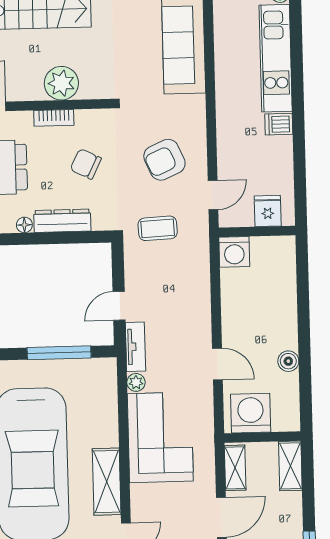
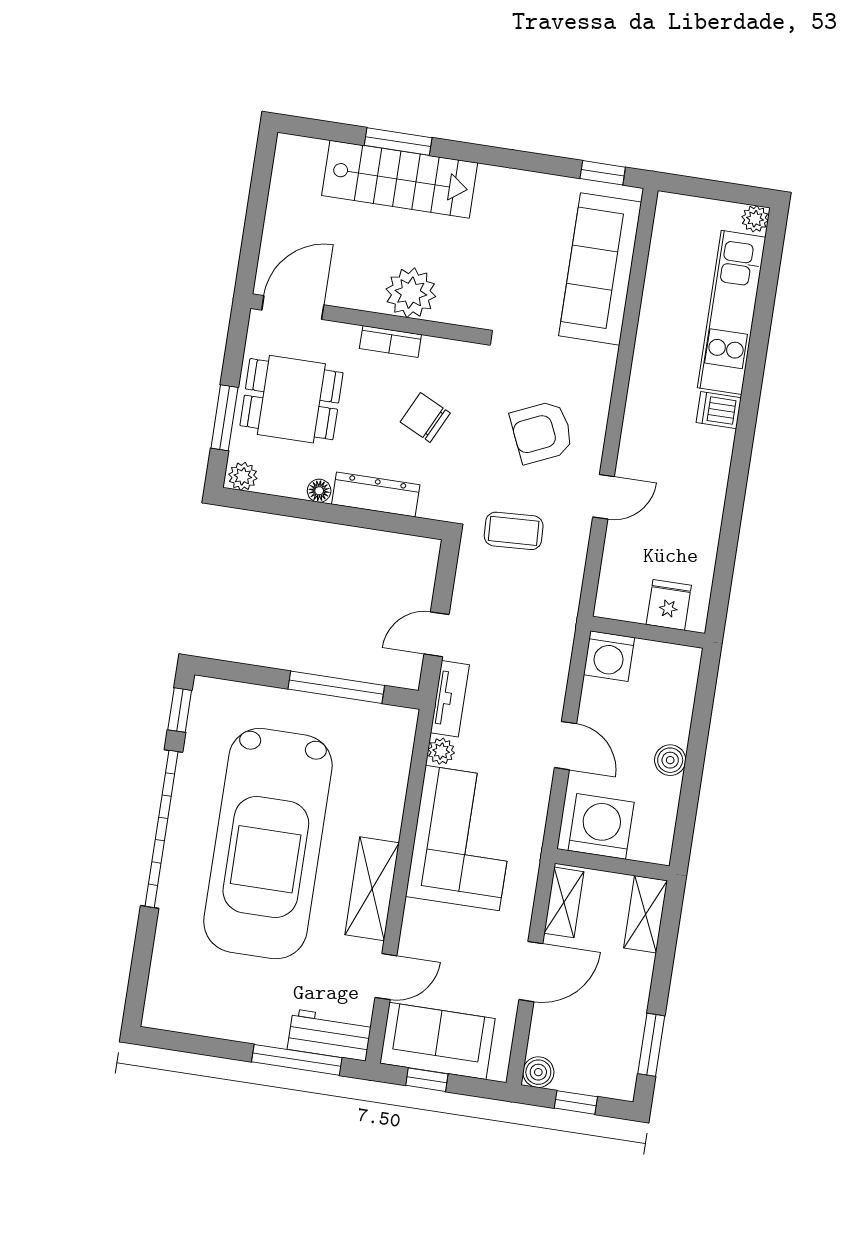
fridge: (268, 211) -> (669, 605), moved
wall: (257, 231) -> (648, 632), moved
washing machine: (234, 252) -> (609, 656), moved

